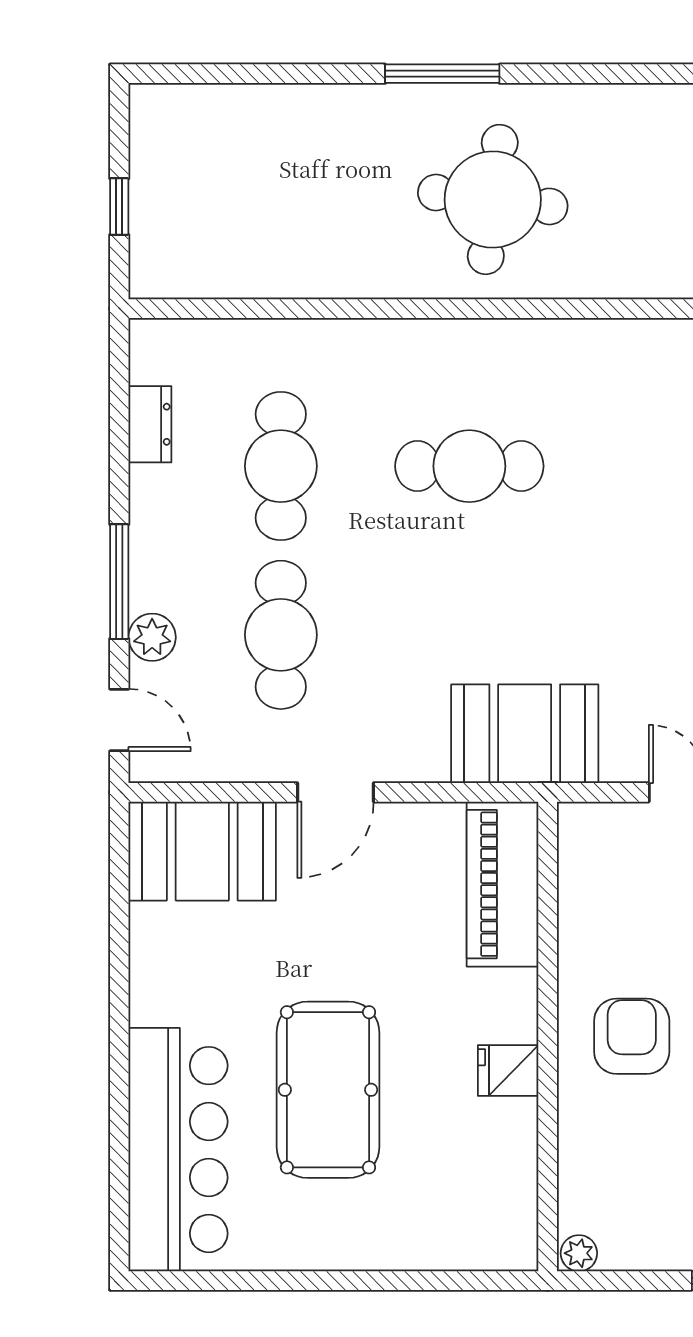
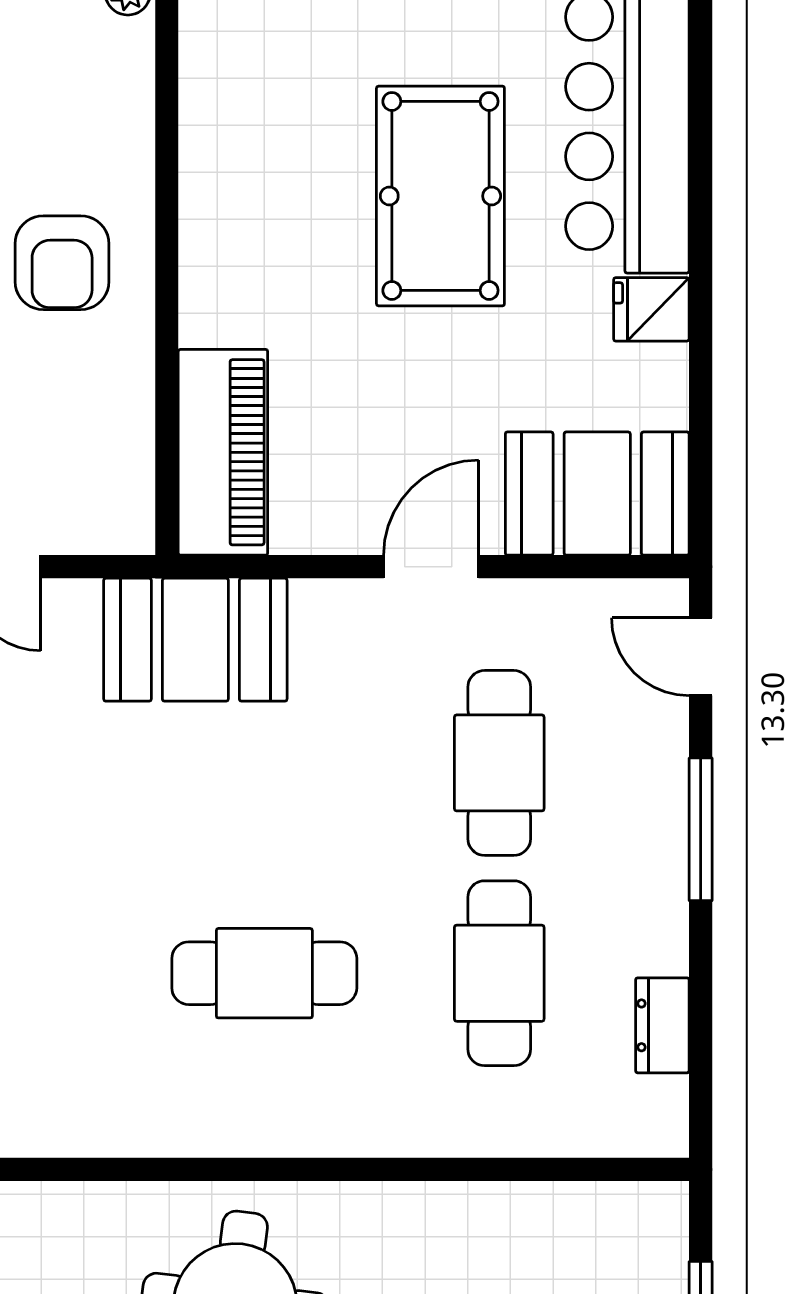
plant: (152, 637) -> (660, 760), removed
fridge: (508, 1070) -> (651, 309), moved, turned 180

